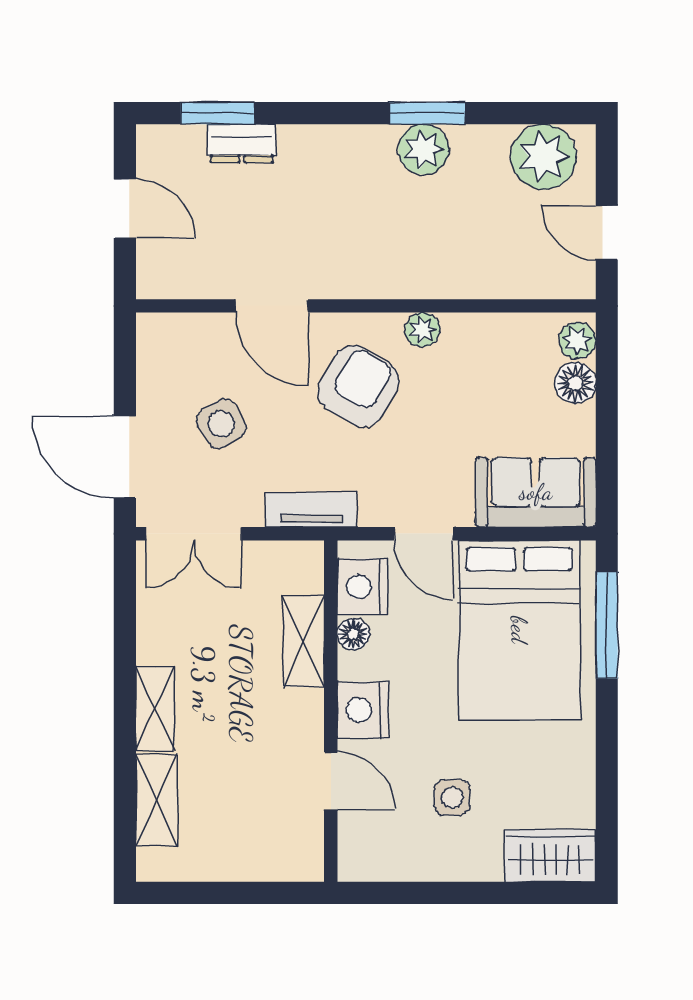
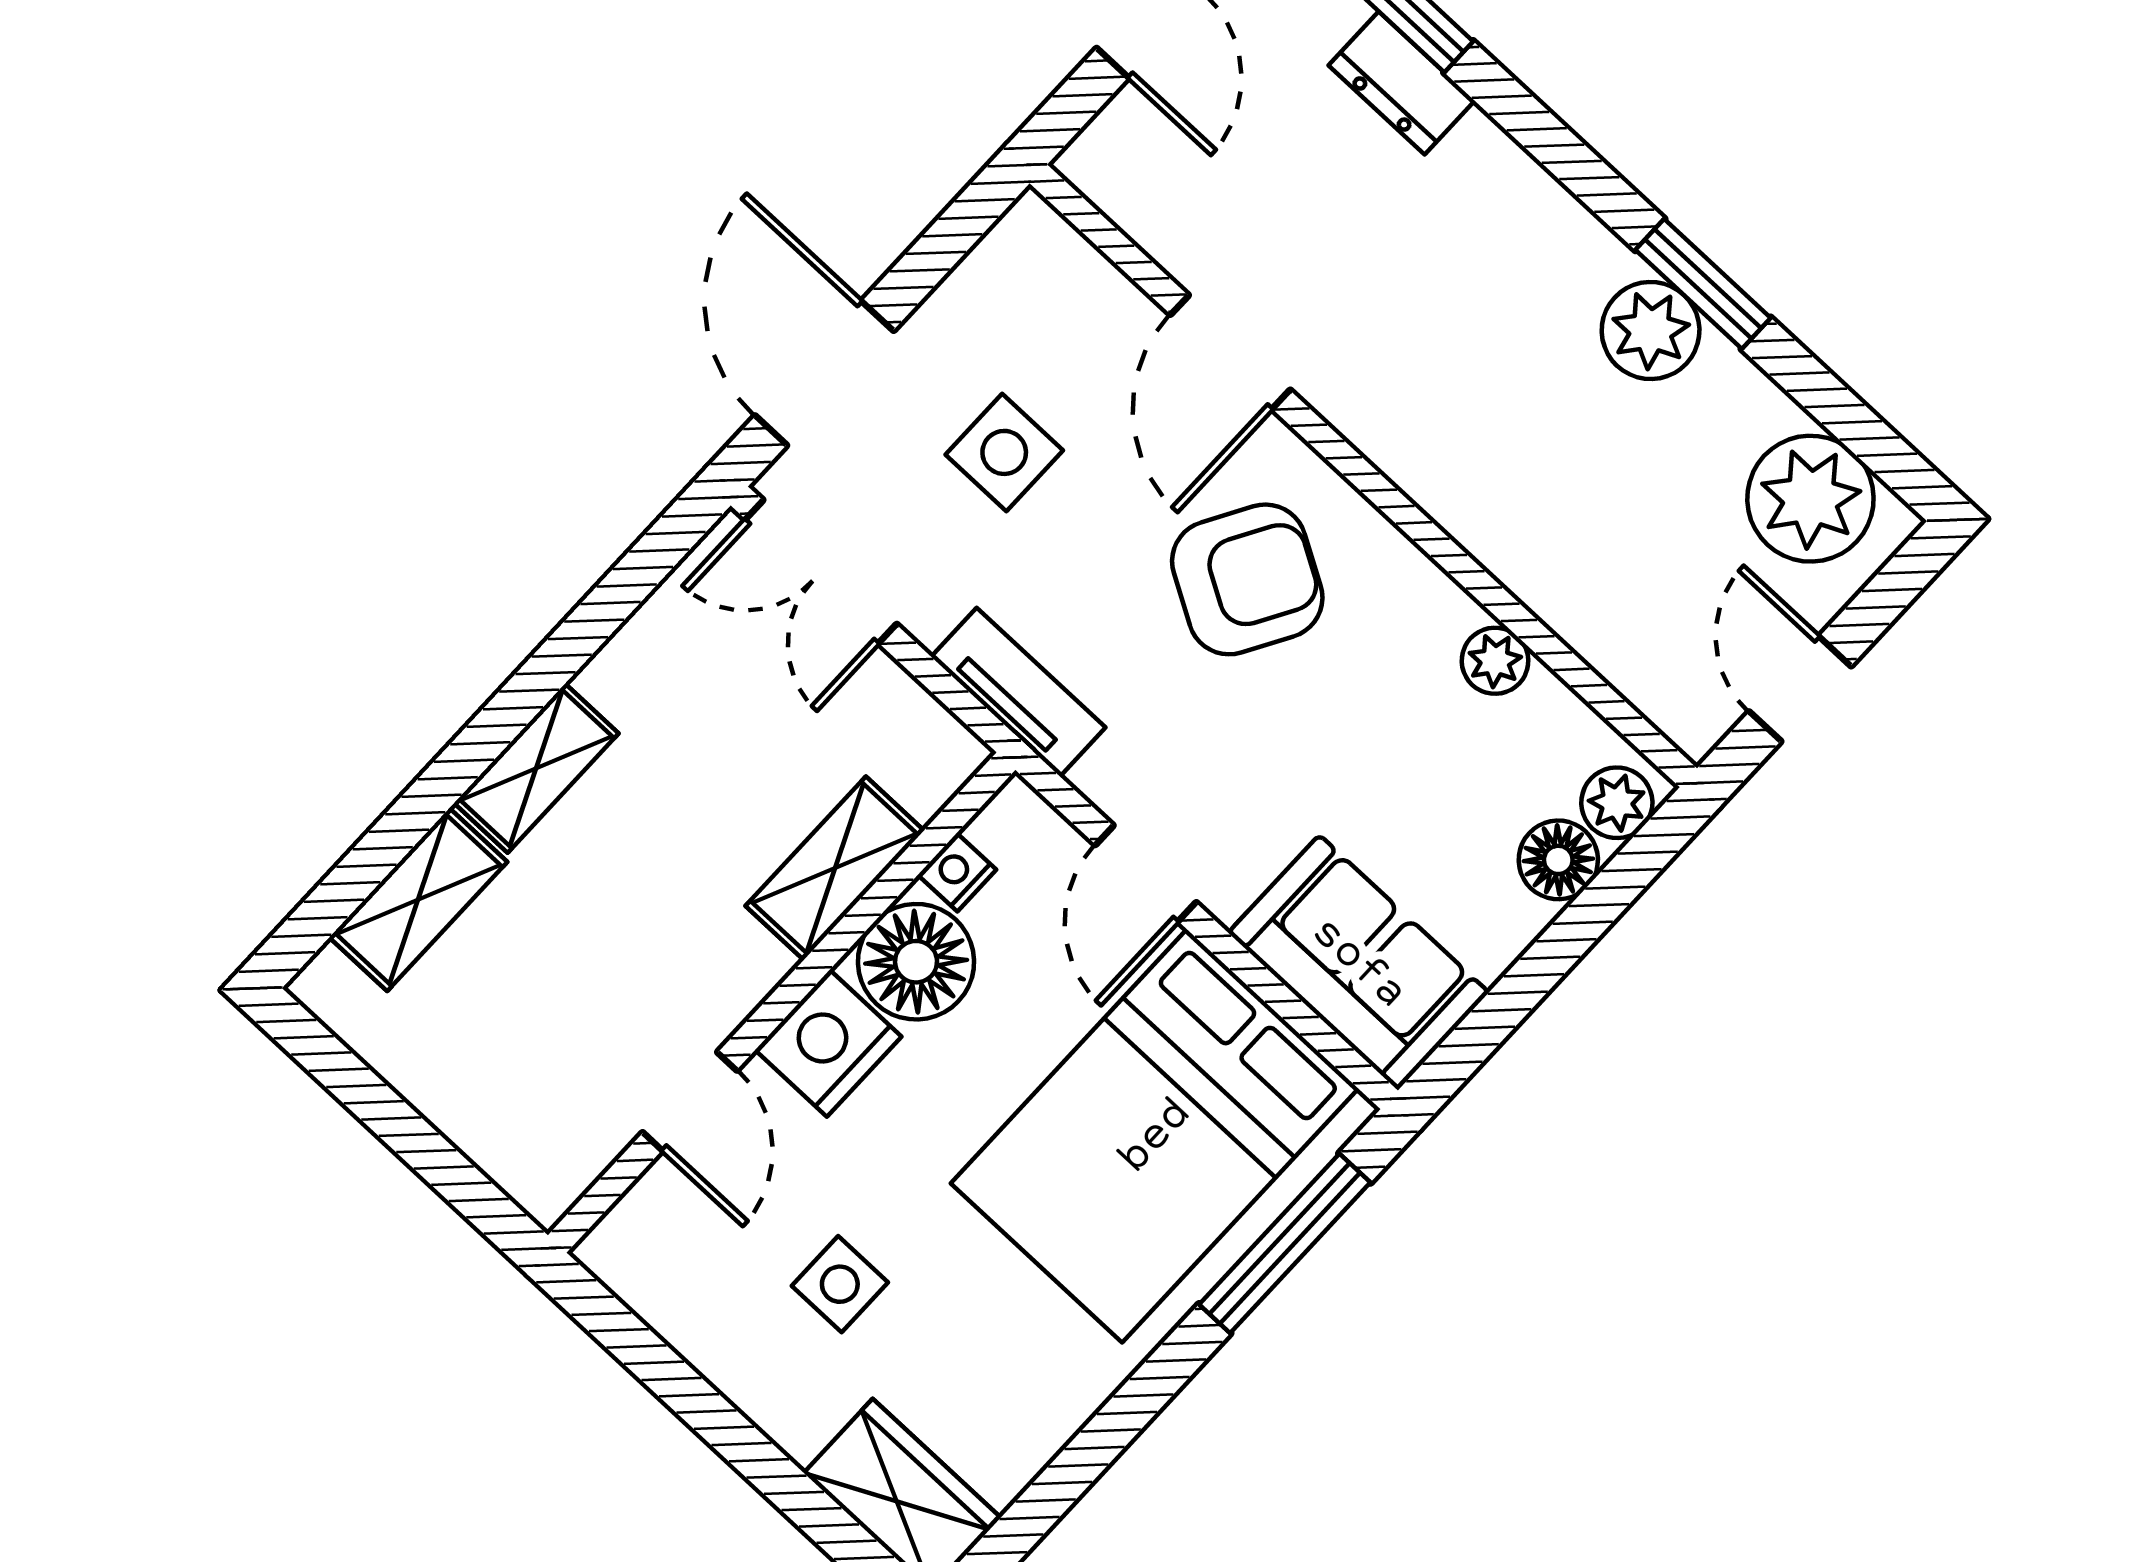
plant: (422, 330) -> (1495, 661), moved
side table: (221, 424) -> (1004, 452), turned 31
nightstand: (363, 587) -> (957, 872), width x0.53, depth x0.56
floor lamp: (353, 634) -> (916, 962), width x1.89, depth x1.89

